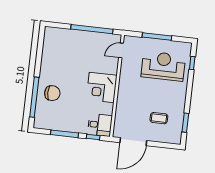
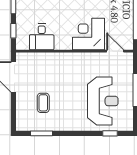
corner desk: (102, 87) -> (89, 34), moved
desk: (100, 125) -> (42, 37), moved

